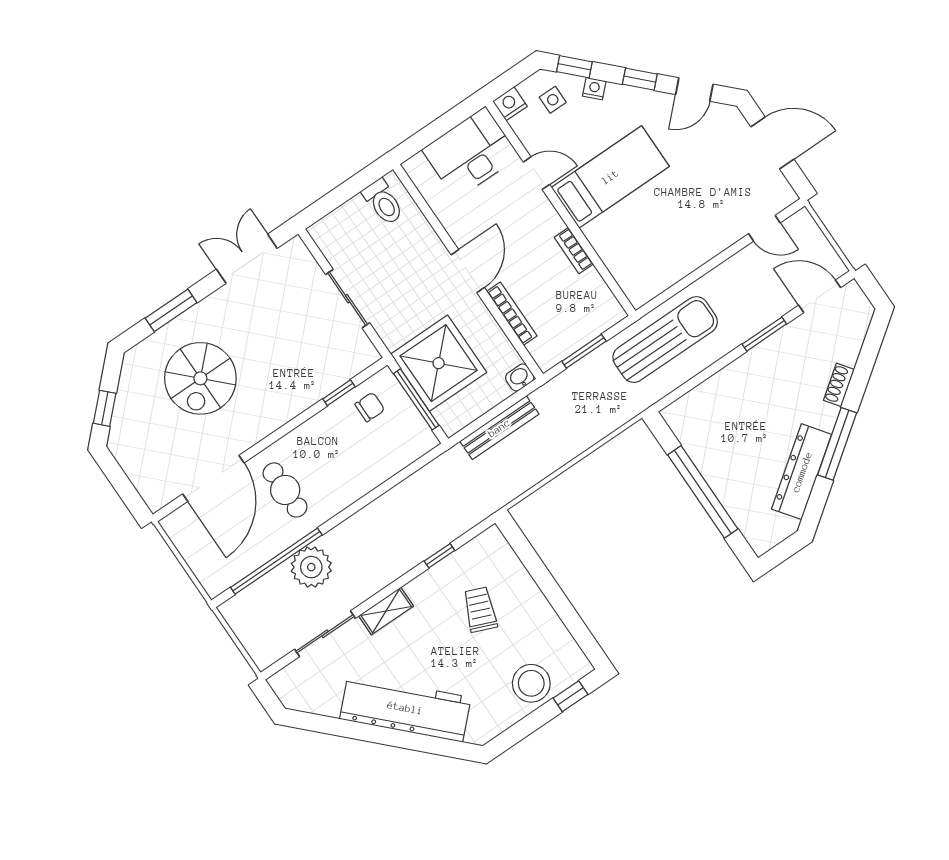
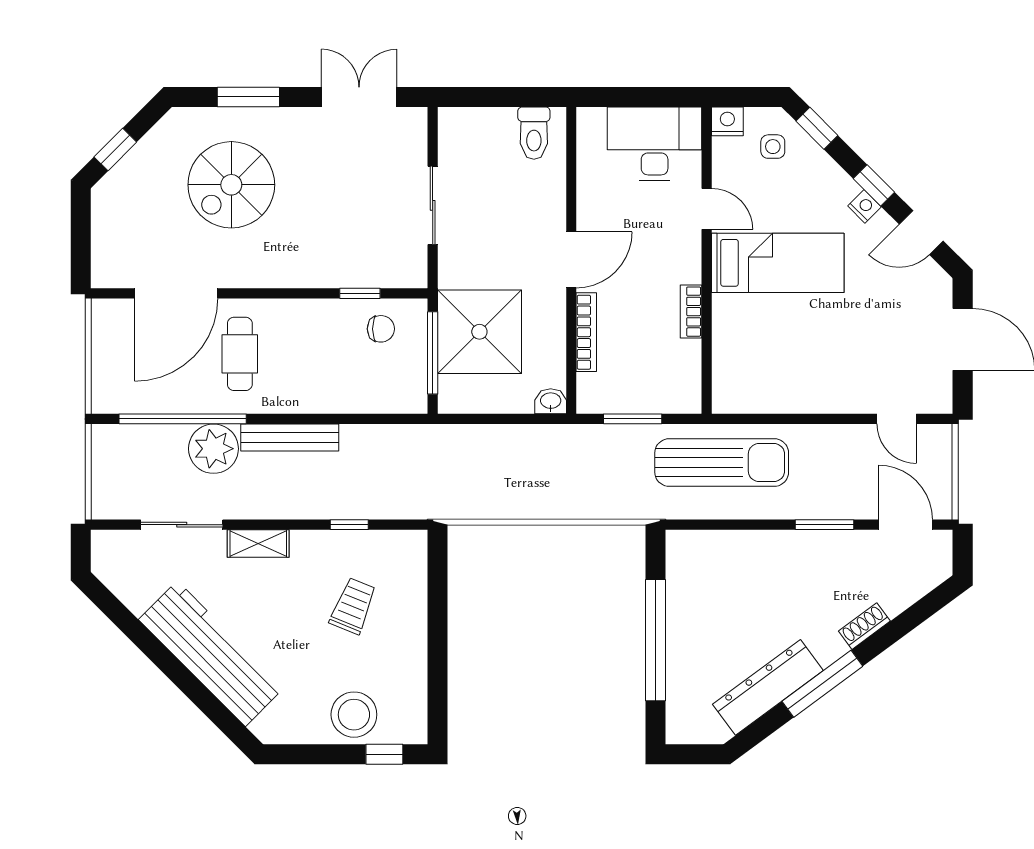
nightstand: (594, 89) -> (864, 206), moved
bench: (499, 428) -> (290, 438), moved

